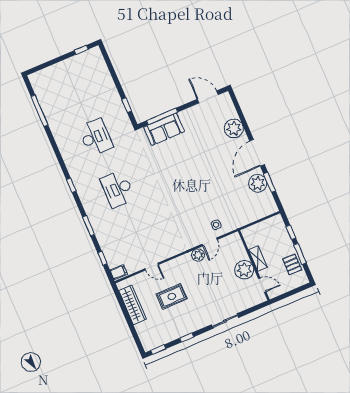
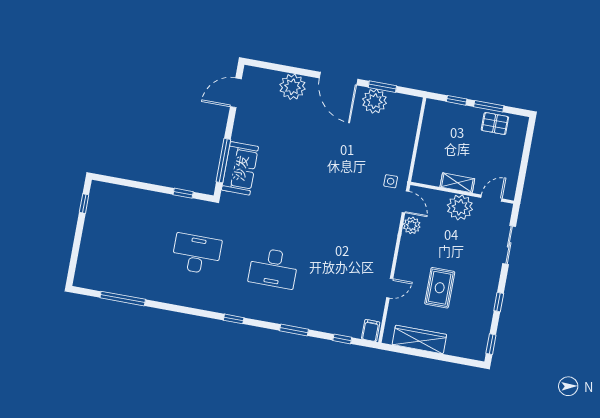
shelving: (258, 258) -> (457, 183), moved
wall: (254, 265) -> (462, 193), moved
plant: (244, 270) -> (460, 207), moved
door: (262, 285) -> (491, 198), moved

